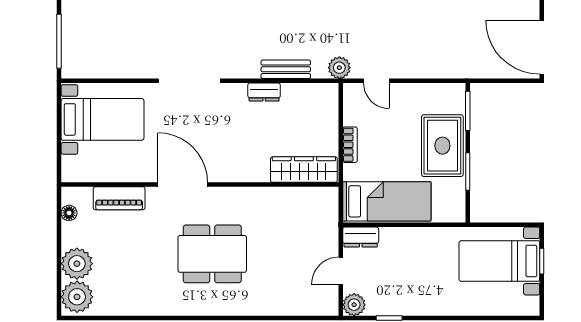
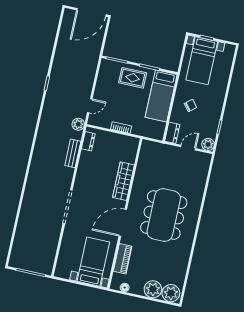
dresser: (264, 92) -> (88, 141), moved
bed with nightstands: (102, 119) -> (93, 262), moved
rug: (442, 146) -> (133, 78), width x0.73, depth x0.70
wardrobe: (304, 170) -> (123, 181), moved
bed: (387, 201) -> (161, 96), moved, turned 180
dining table: (212, 254) -> (164, 215), width x1.36, depth x1.24
chair: (416, 259) -> (190, 106), added
door: (341, 271) -> (188, 148), swing flipped

